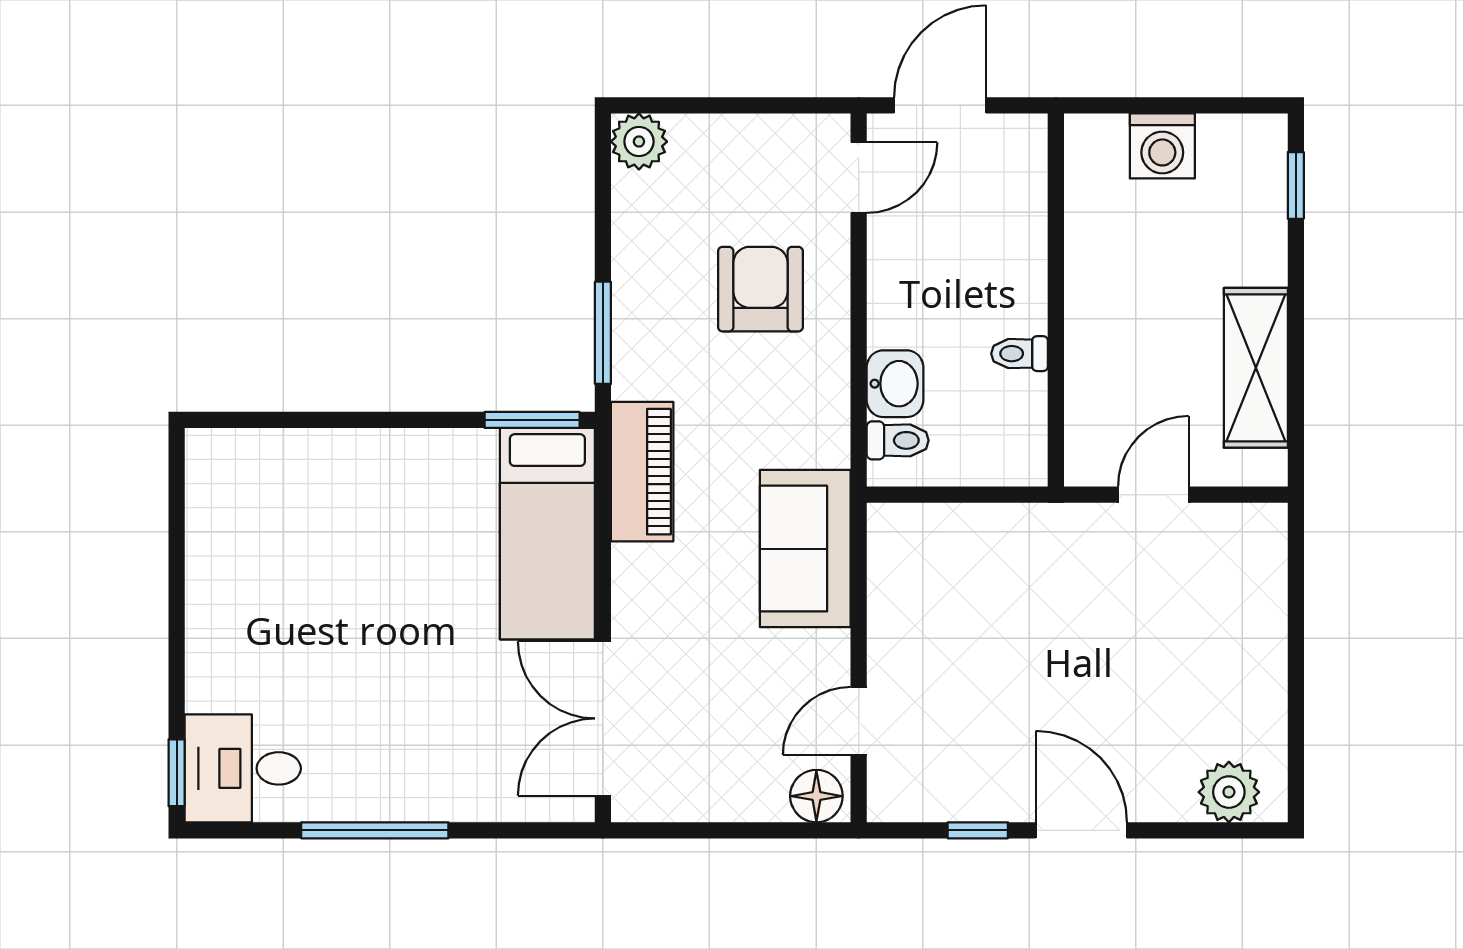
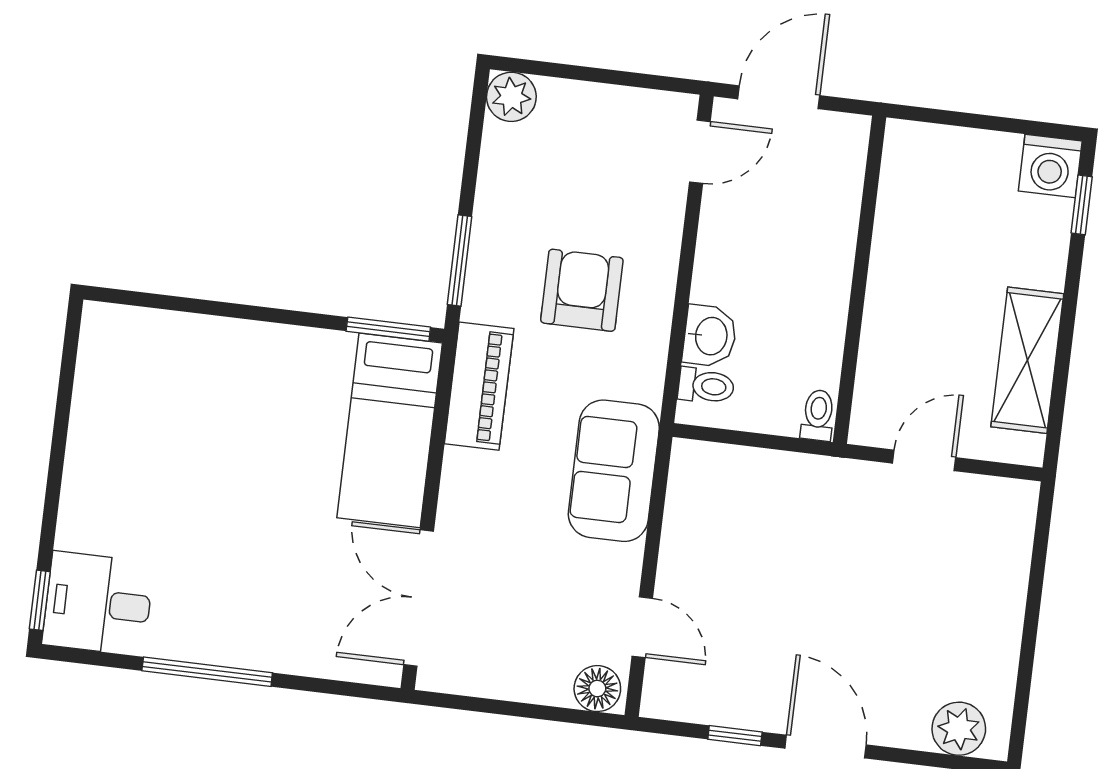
washing machine: (1162, 146) -> (1050, 166), moved
armchair: (760, 289) -> (582, 290), moved
toilet: (1020, 354) -> (818, 415), moved, turned 90
door: (859, 721) -> (642, 627), swing flipped

